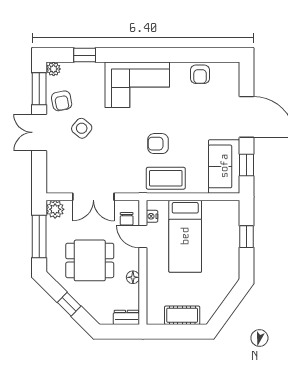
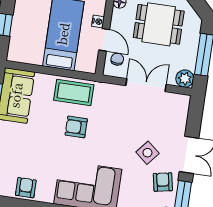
armchair: (158, 144) -> (76, 127), turned 180
nightstand: (152, 216) -> (98, 22), moved

